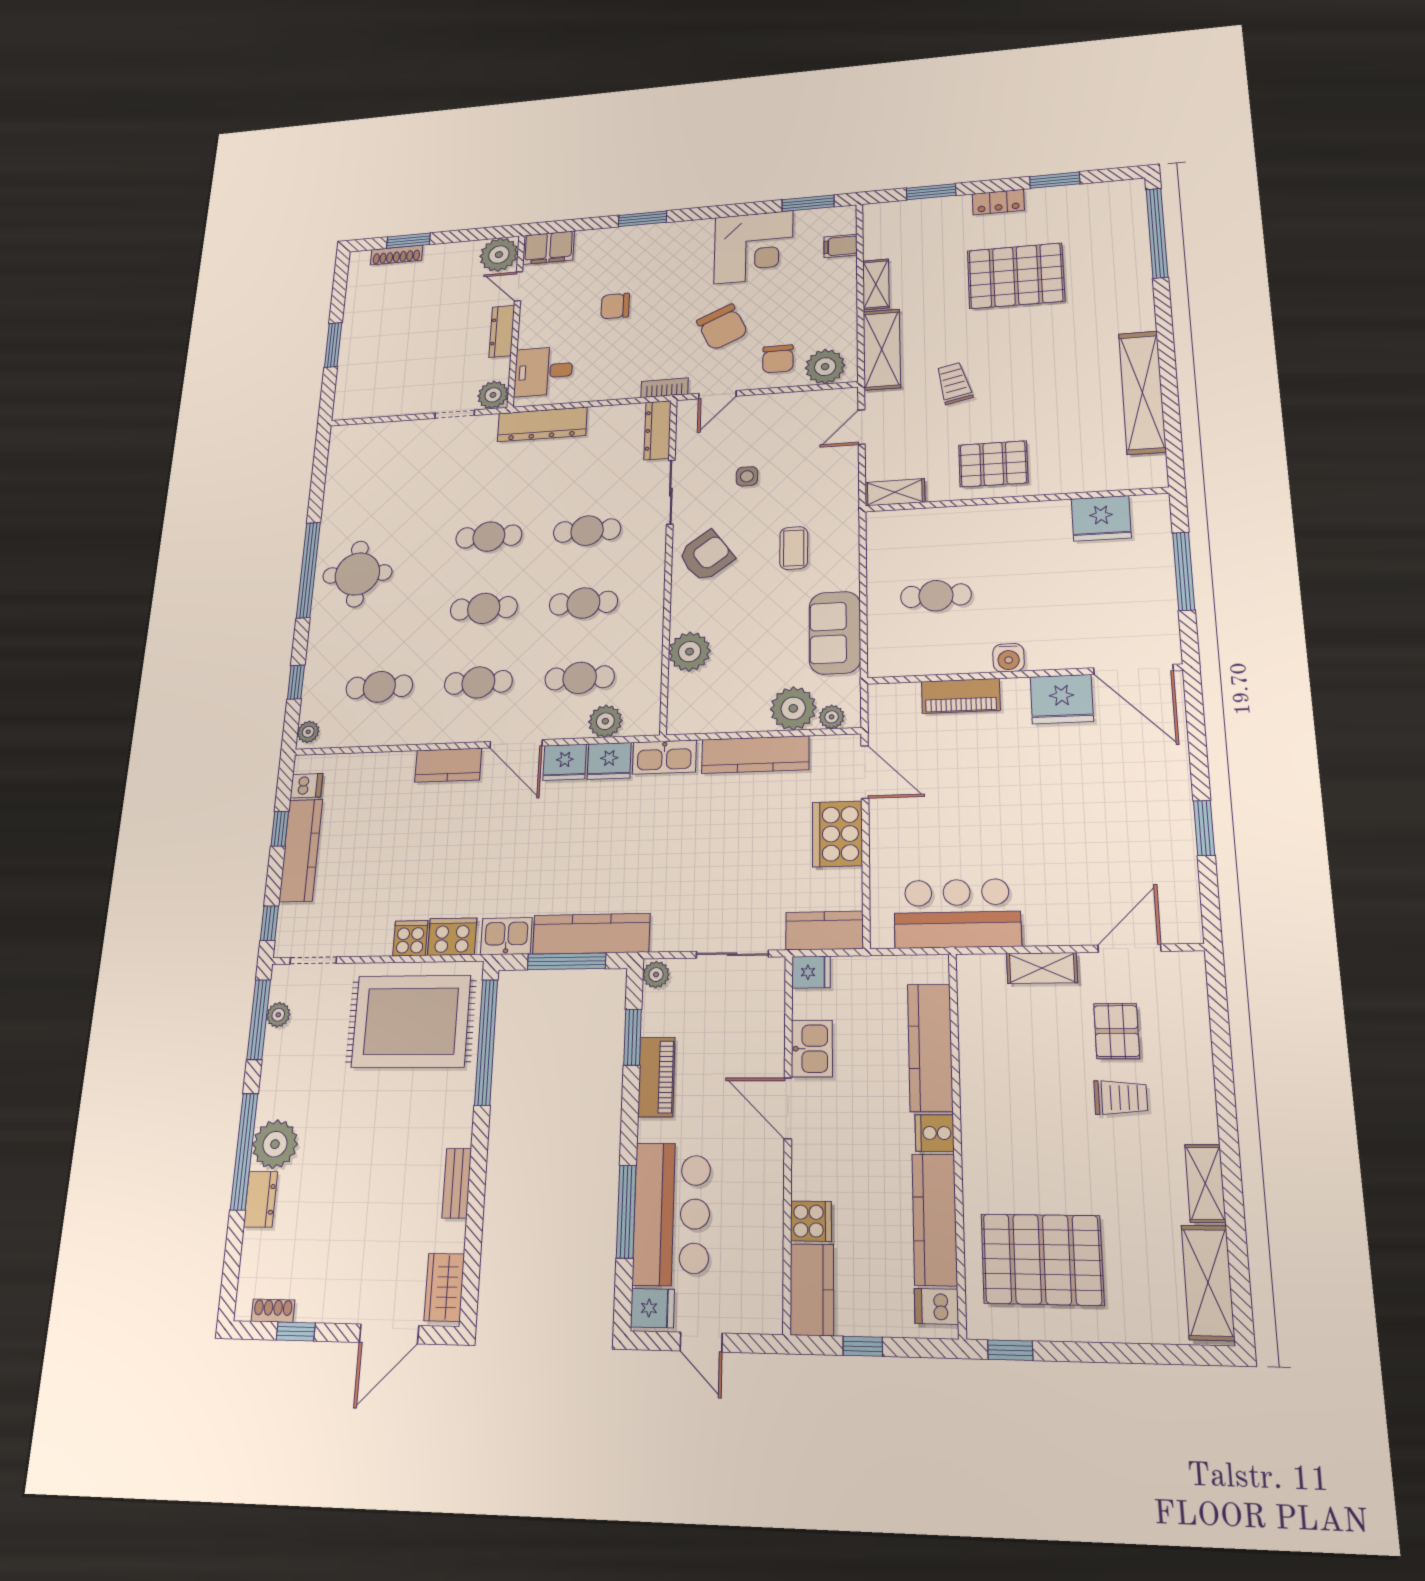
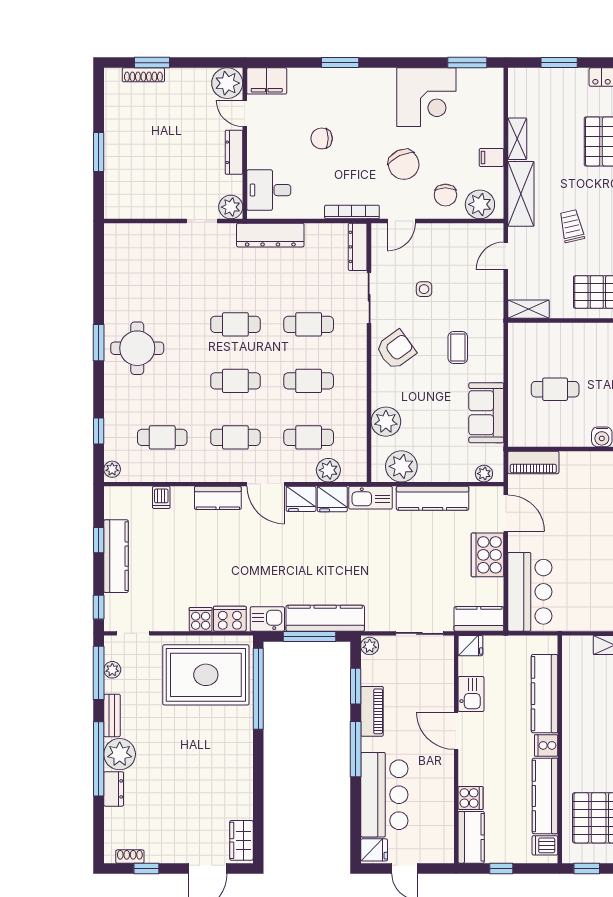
filing cabinet: (840, 246) -> (492, 157), moved
bookcase: (664, 388) -> (352, 212), width x1.56
window: (308, 570) -> (99, 343), width x0.47
piano: (961, 696) -> (533, 462), moved
plant: (793, 708) -> (401, 466), moved
dishwasher: (306, 786) -> (161, 497), moved, turned 90
bar counter: (957, 913) -> (530, 592), moved, turned 90
bench: (457, 1183) -> (112, 715), moved
window: (626, 1212) -> (356, 749), moved

